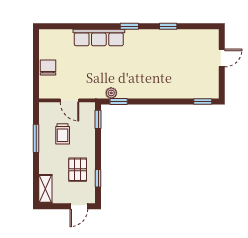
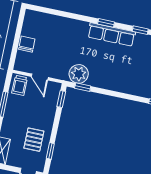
row of seats: (99, 38) -> (111, 34), moved
plant: (111, 93) -> (79, 74), width x1.88, depth x1.88
trolley: (63, 134) -> (20, 85), moved

